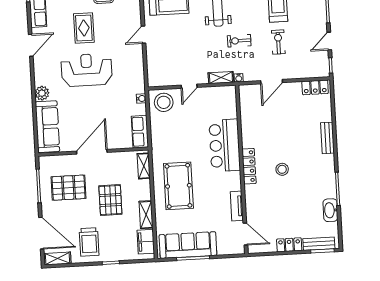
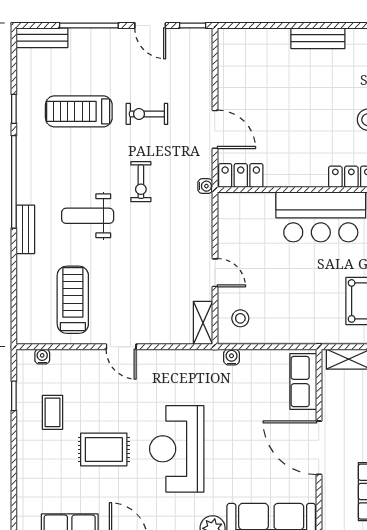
shelving: (221, 78) -> (203, 323), moved
locker: (315, 87) -> (241, 175), moved, turned -90
stool: (164, 102) -> (240, 318), width x0.53, depth x0.53
row of seats: (140, 132) -> (303, 382), moved, turned 90

